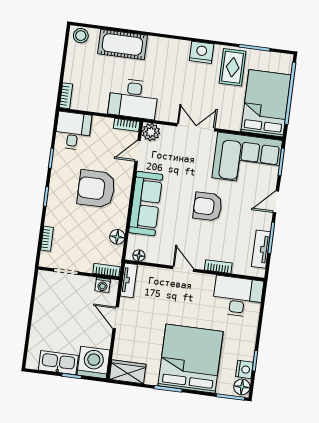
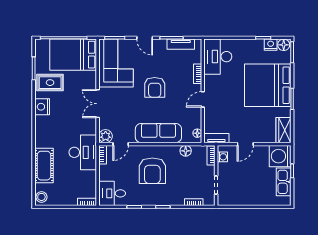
door: (138, 151) -> (121, 144), hinge flipped

